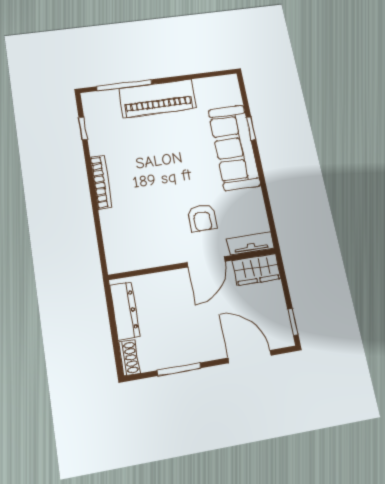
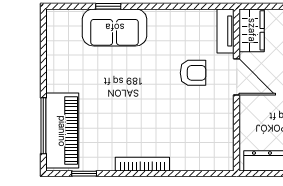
piano: (157, 98) -> (62, 131), moved
sofa: (234, 148) -> (115, 27), width x0.73

